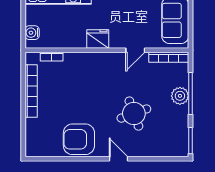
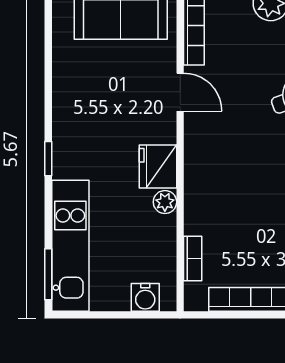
plant: (80, 43) -> (165, 202), added

